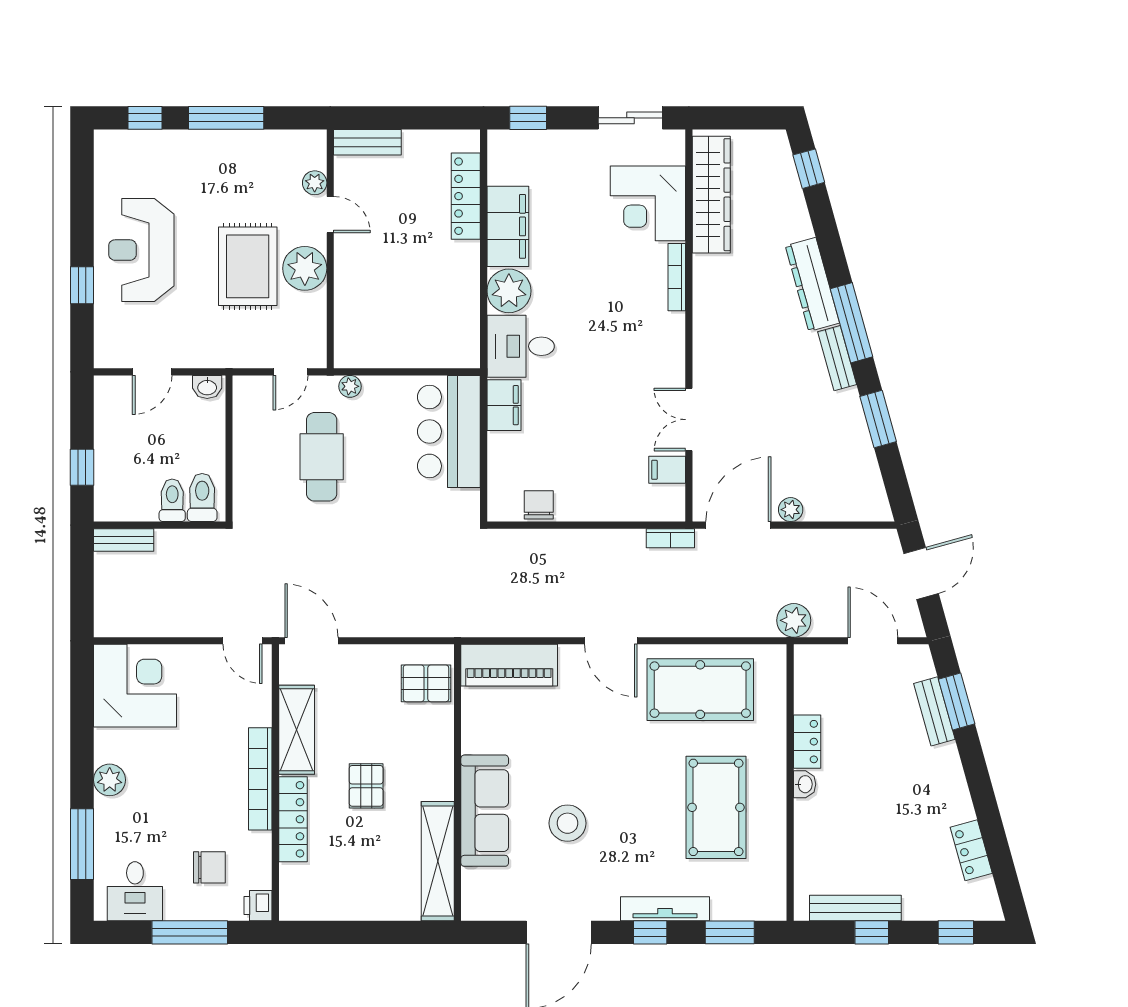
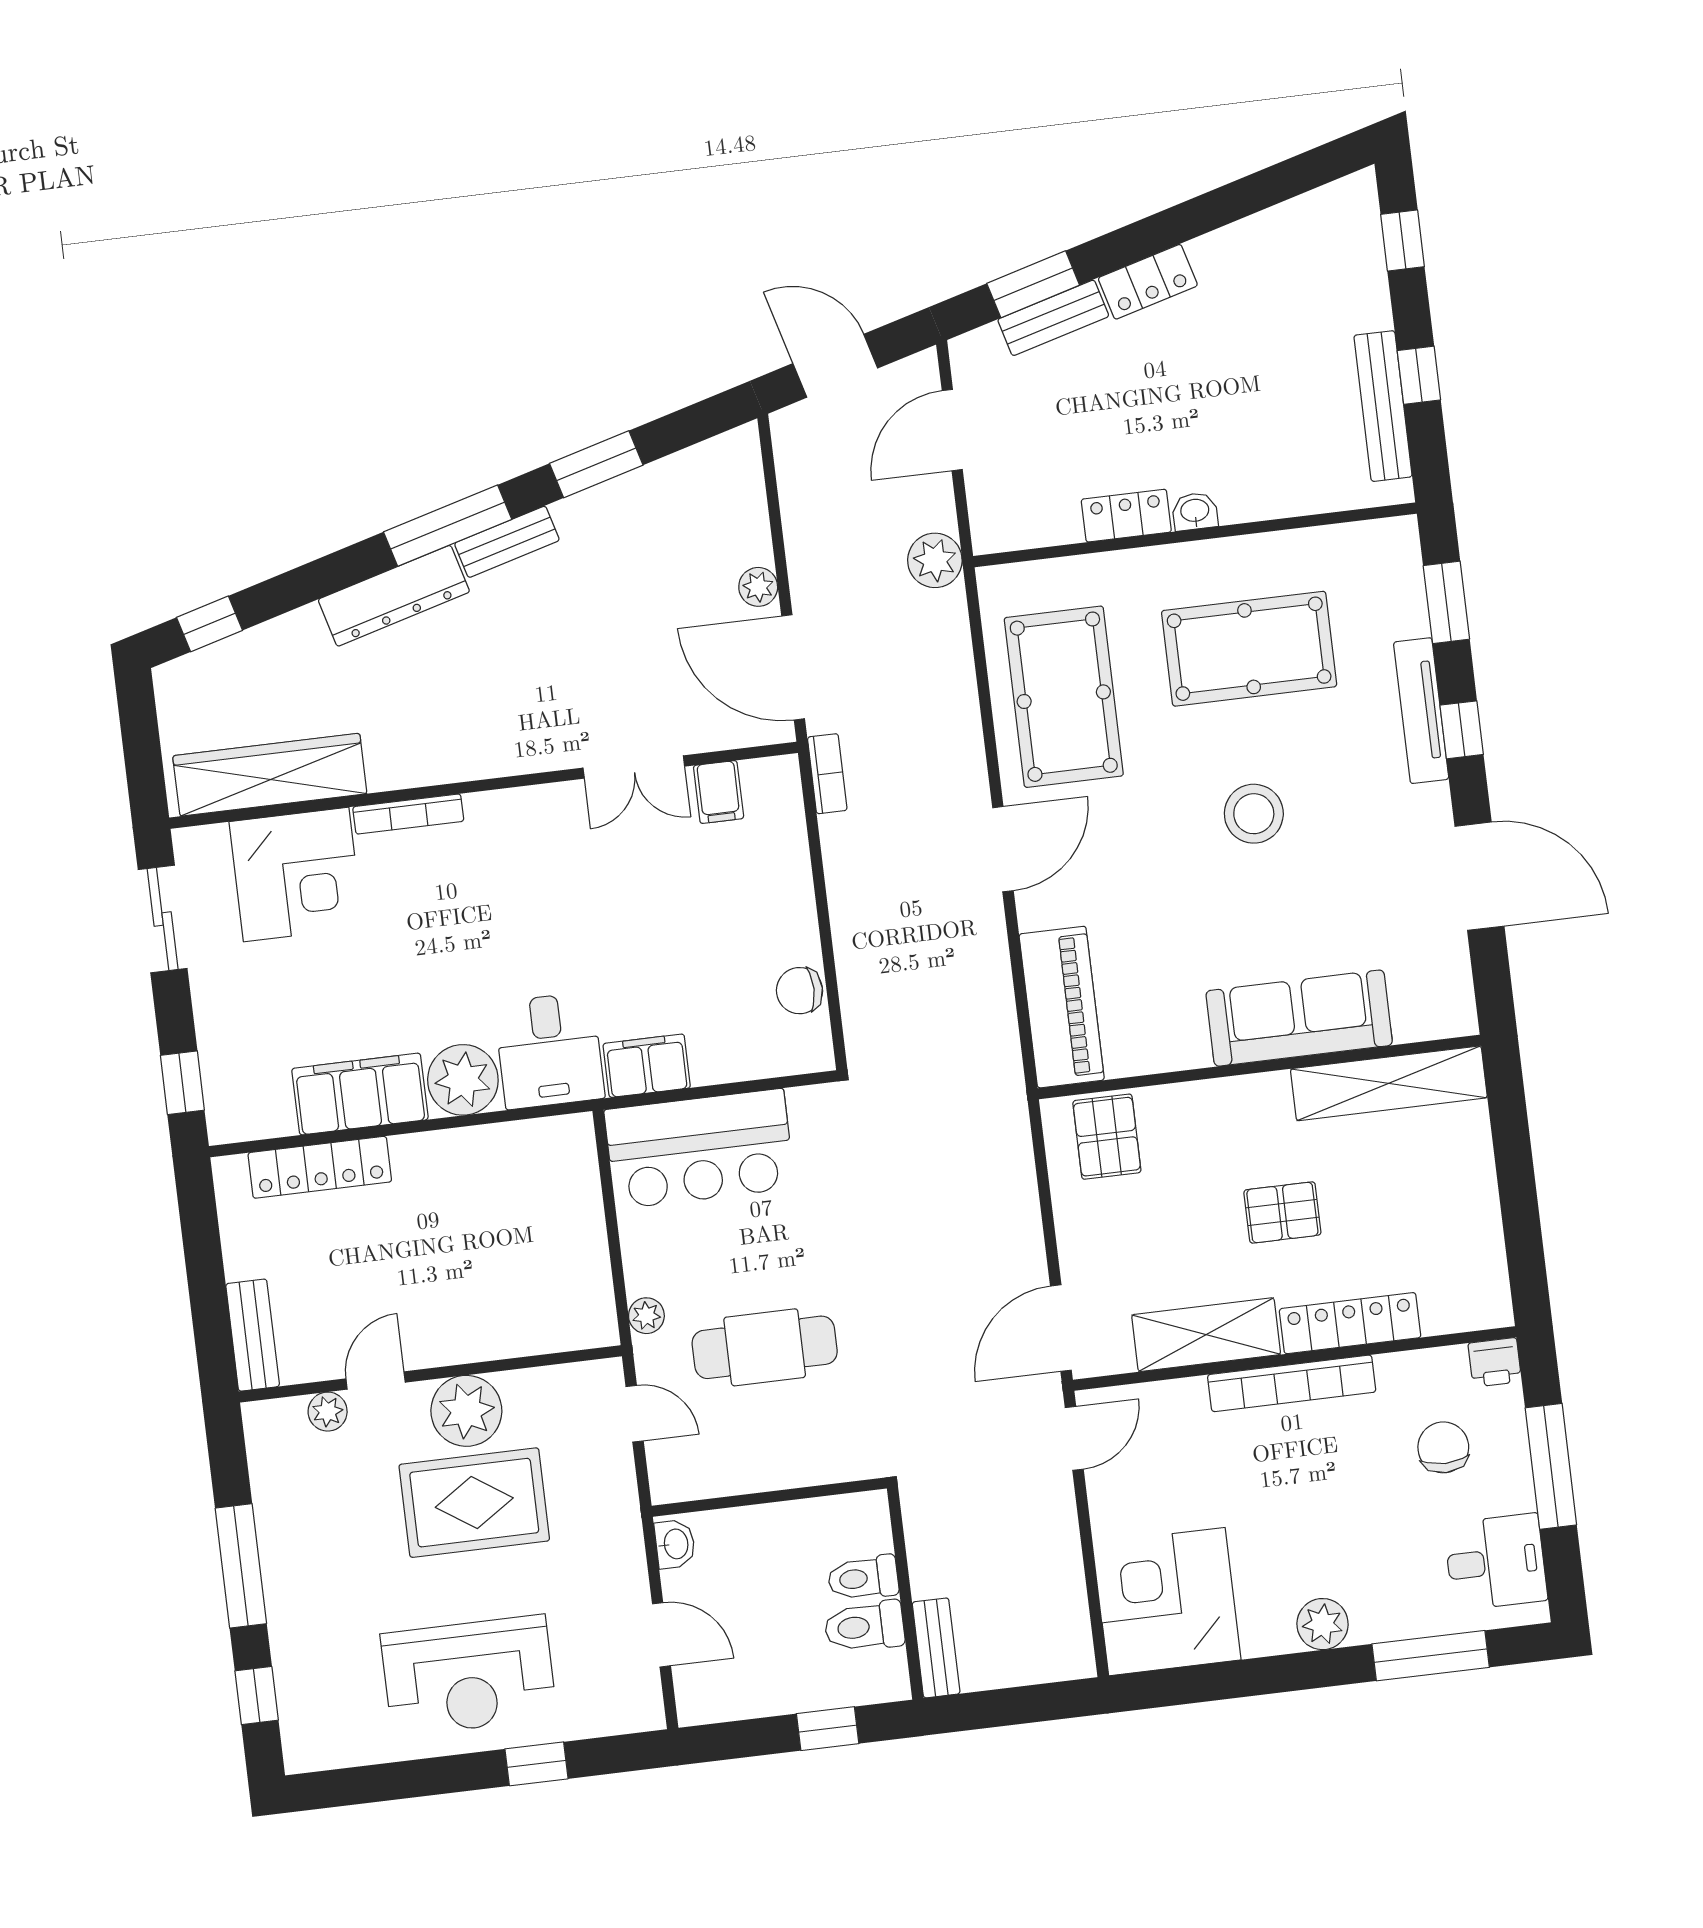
toilet: (202, 497) -> (864, 1626), moved
stool: (568, 823) -> (1254, 814), moved
locker: (971, 850) -> (1148, 282), moved

